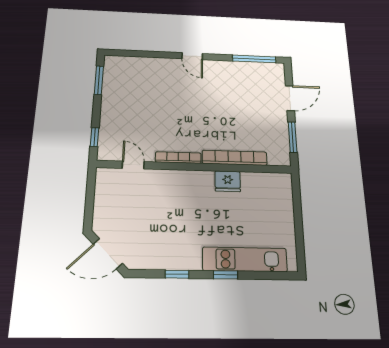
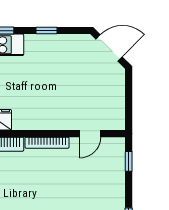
door: (133, 165) -> (90, 134), hinge flipped

